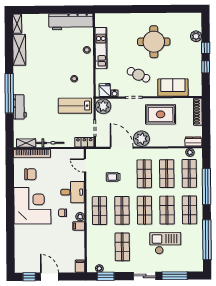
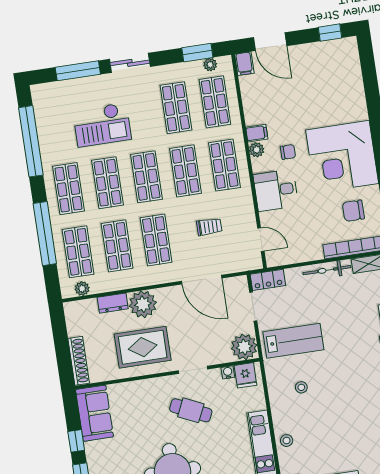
sofa: (173, 87) -> (95, 413), moved, turned -90
plant: (141, 139) -> (143, 304), moved
dresser: (193, 142) -> (113, 303), moved
shop shelf: (100, 247) -> (215, 102), added
door: (50, 277) -> (270, 42), moved

